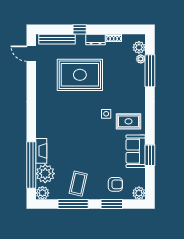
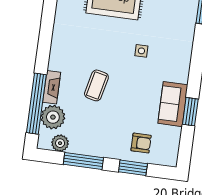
rug: (128, 121) -> (169, 64), removed
coffee table: (78, 184) -> (96, 85), moved
plant: (42, 193) -> (60, 143), moved
plant: (139, 193) -> (170, 158), removed

